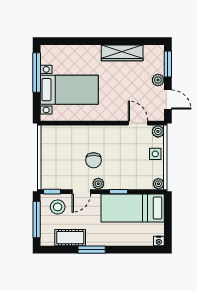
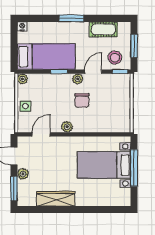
window: (37, 73) -> (134, 168), moved
door: (138, 123) -> (41, 134), swing flipped
plant: (158, 131) -> (67, 127), moved
chair: (94, 160) -> (82, 100), turned 180
window: (37, 220) -> (134, 46), width x0.69
window: (92, 250) -> (71, 18), moved

